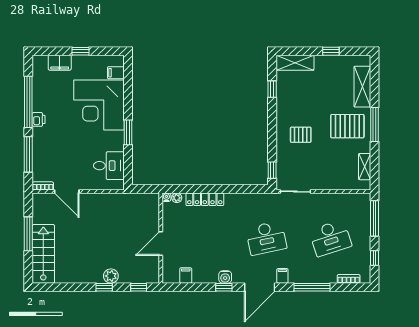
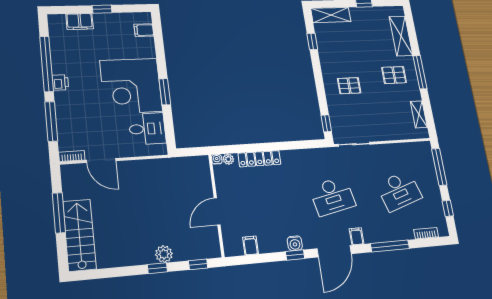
corner desk: (99, 105) -> (131, 86), moved
pallet: (347, 126) -> (394, 75), width x0.67, depth x0.71

